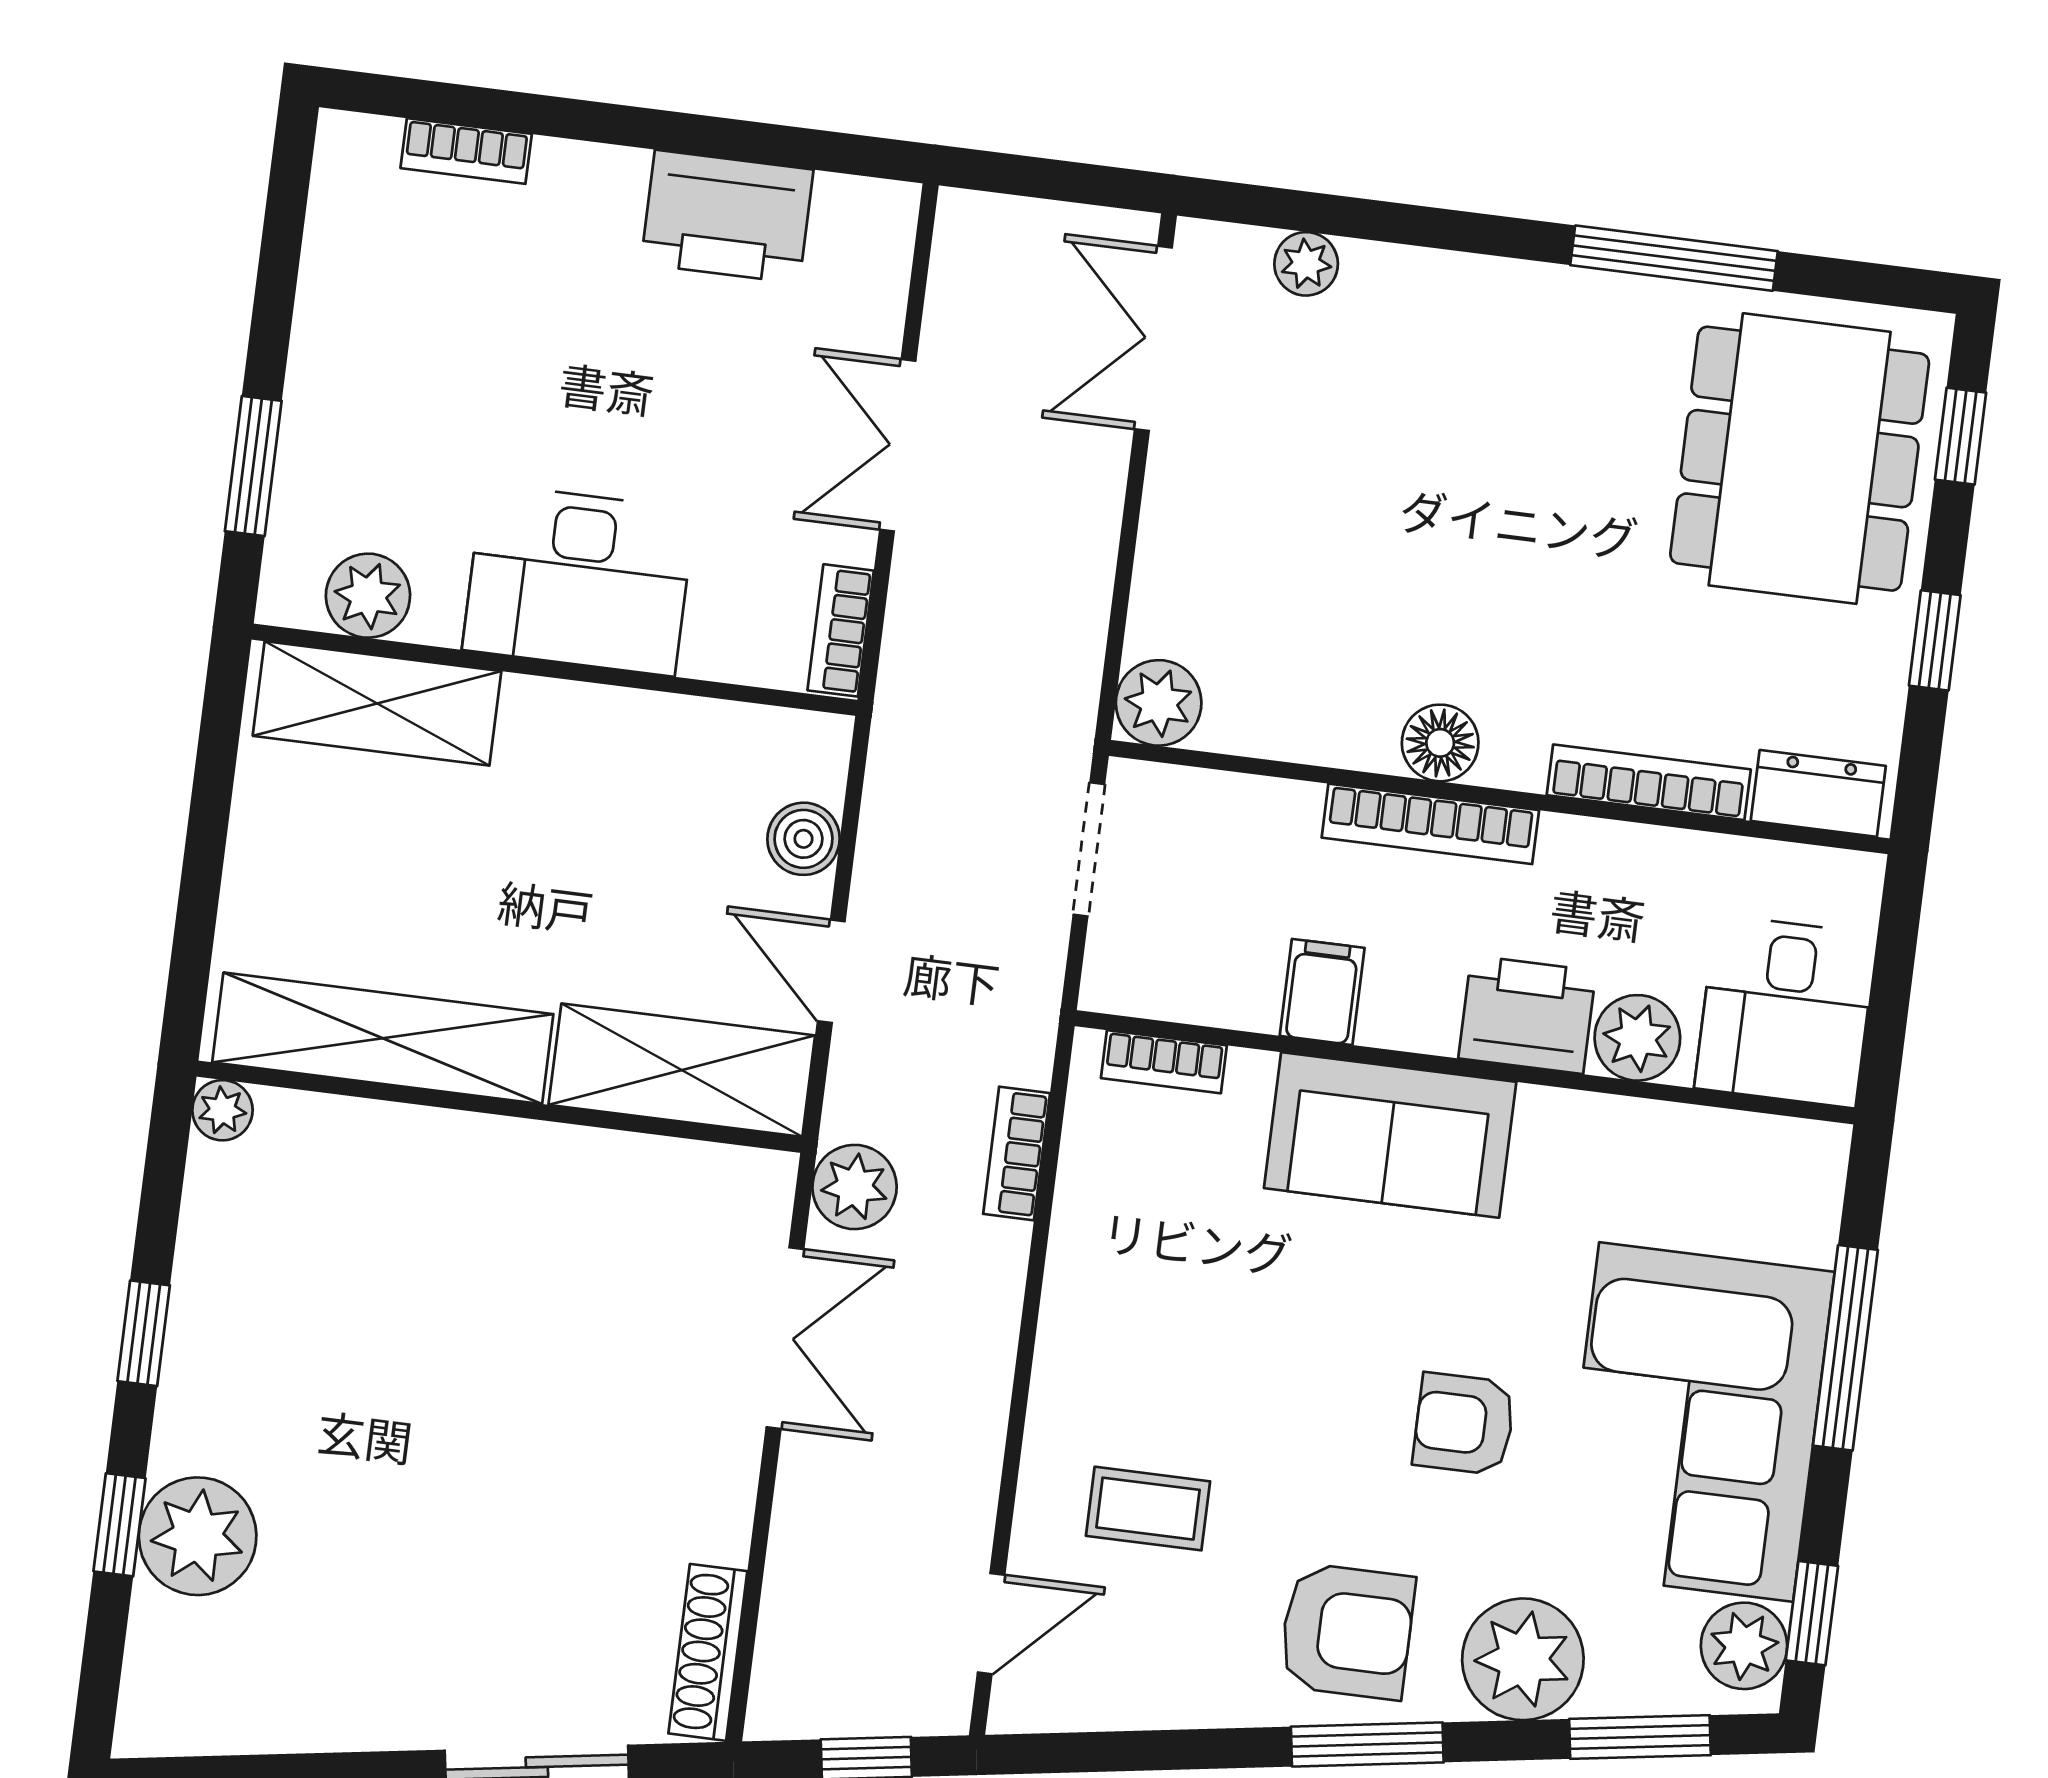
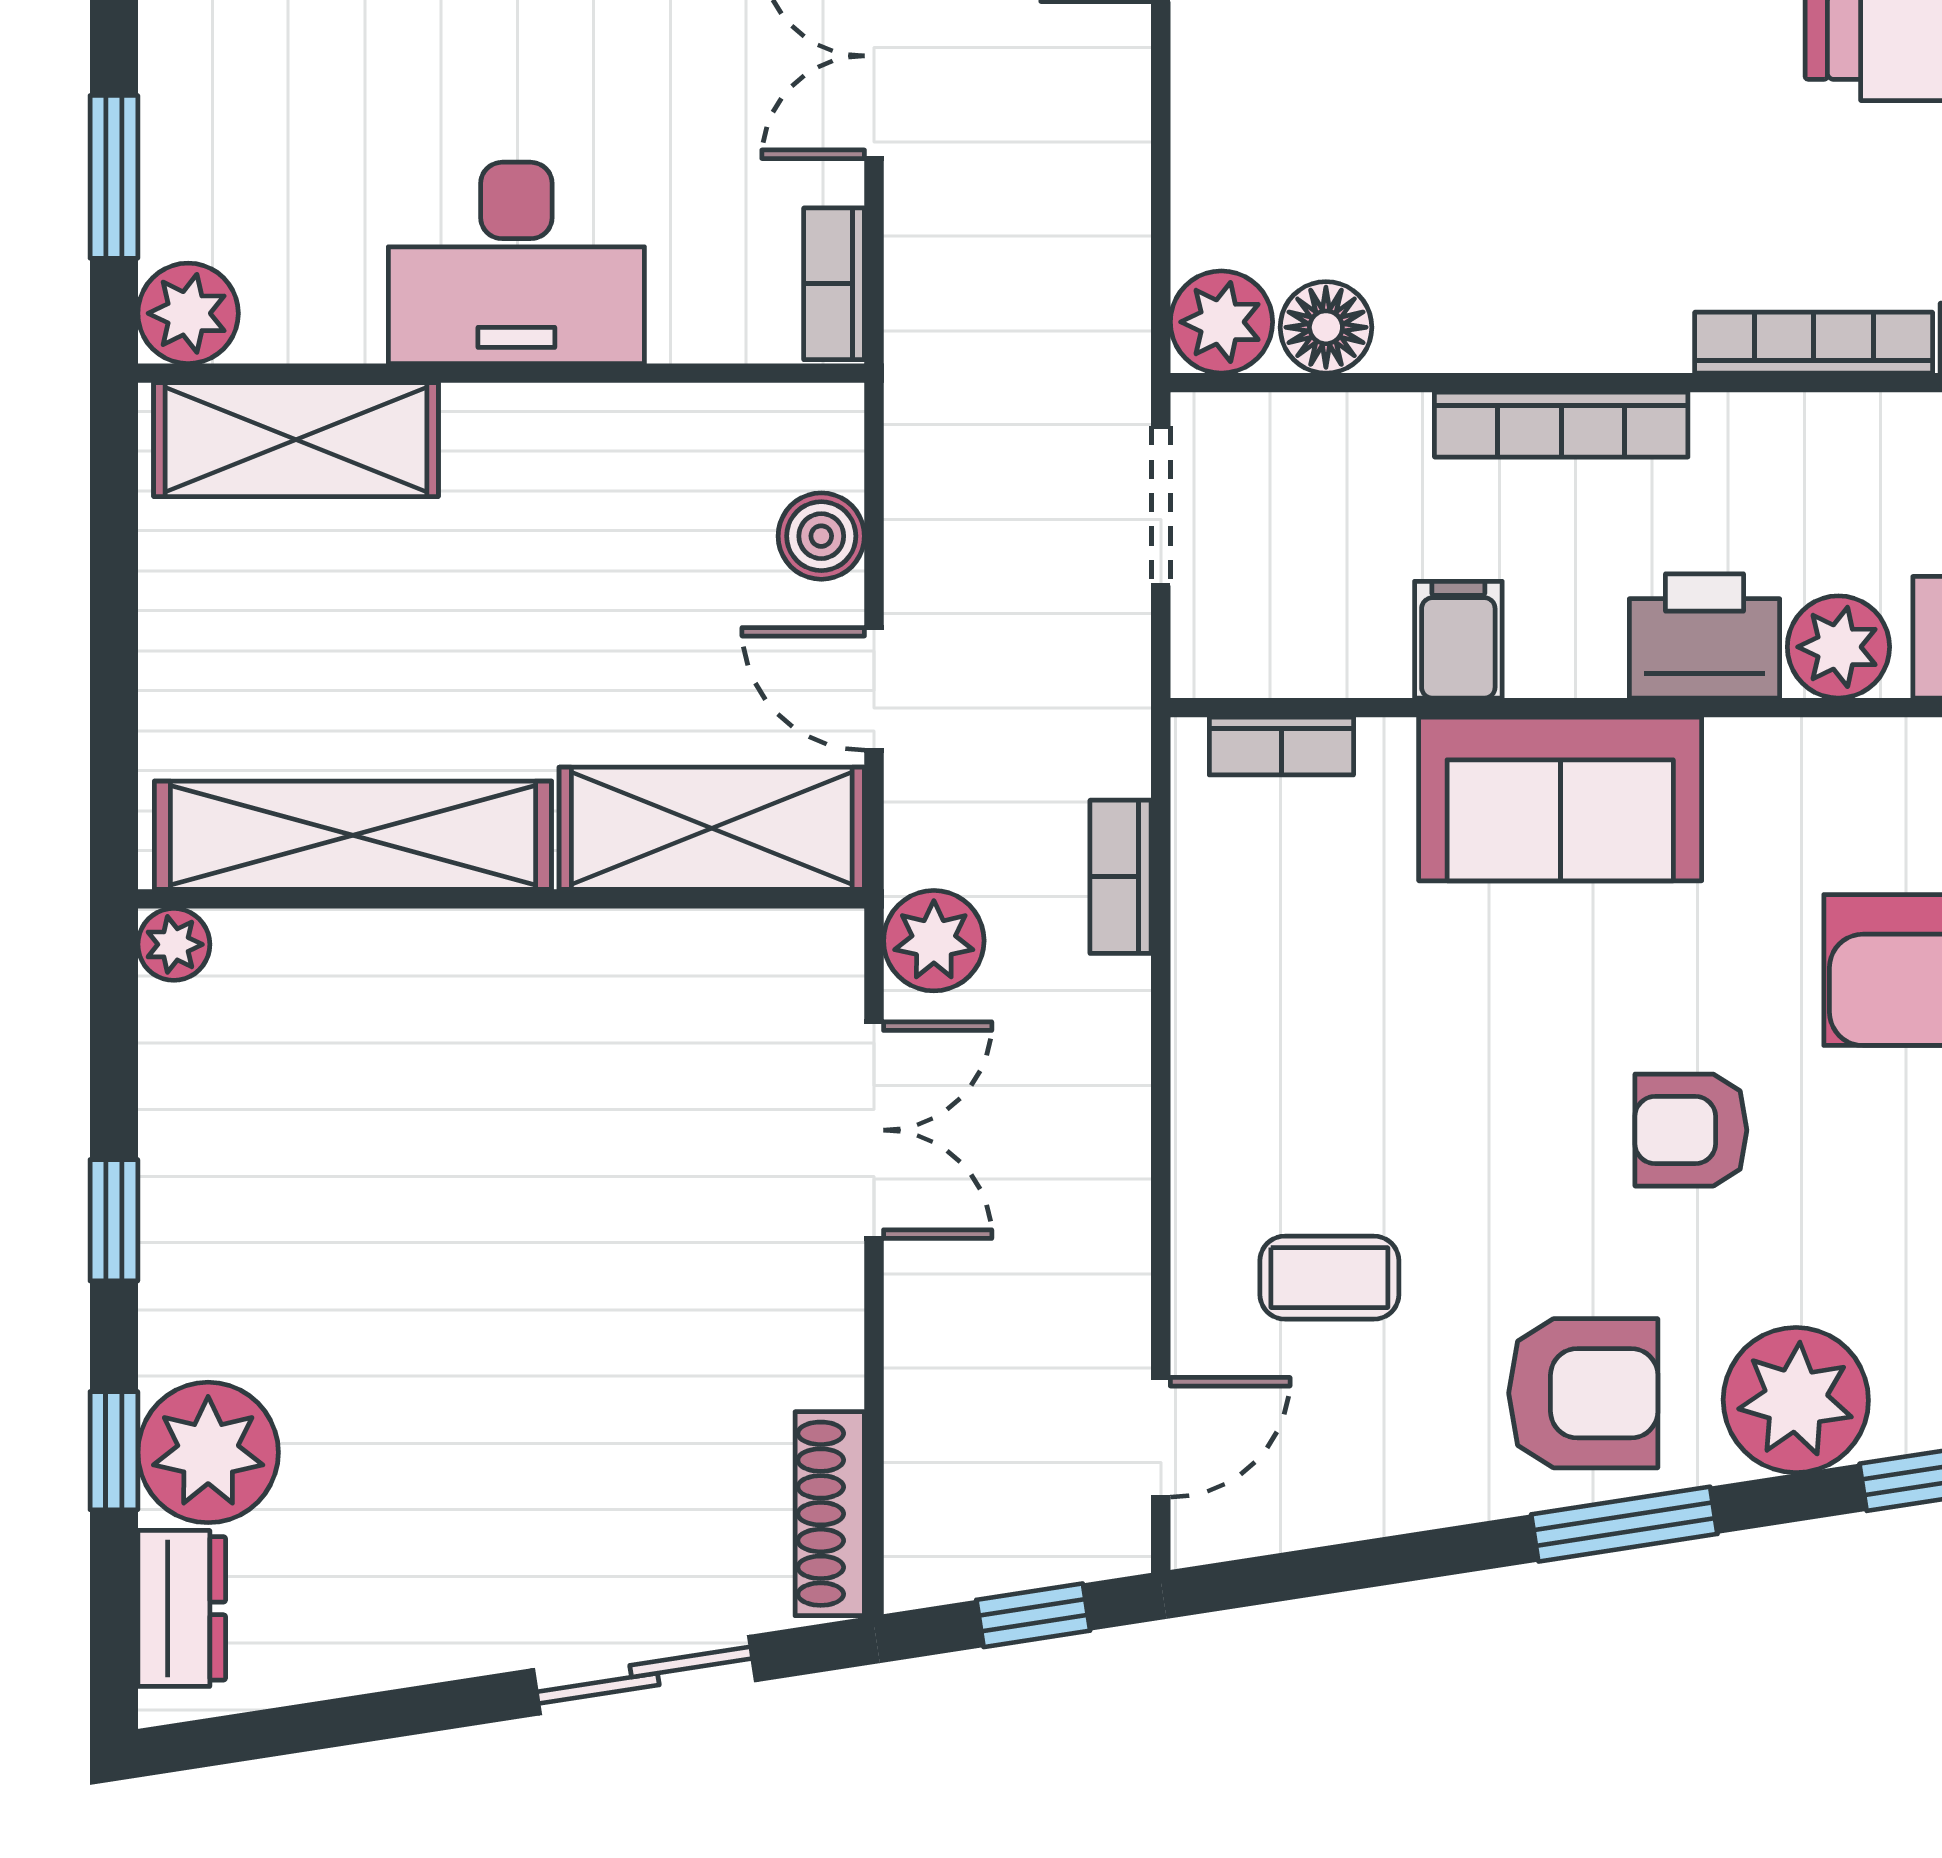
plant: (368, 596) -> (188, 313), moved
floor lamp: (1440, 743) -> (1326, 327), moved
dresser: (159, 1663) -> (182, 1608), added

